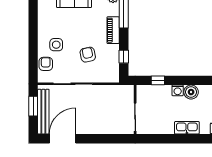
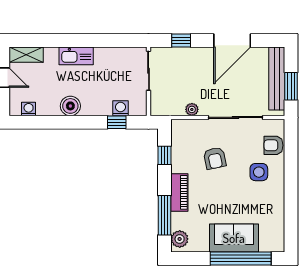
armchair: (46, 64) -> (273, 145), turned 90
plant: (104, 90) -> (192, 109), added
washing machine: (178, 90) -> (120, 108), moved
door: (63, 139) -> (232, 41), moved
window: (112, 139) -> (181, 41), added

